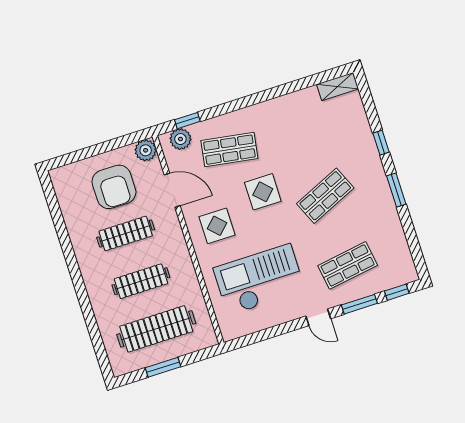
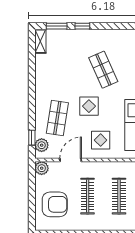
armchair: (114, 187) -> (55, 204), moved
window: (396, 190) -> (57, 26), moved

